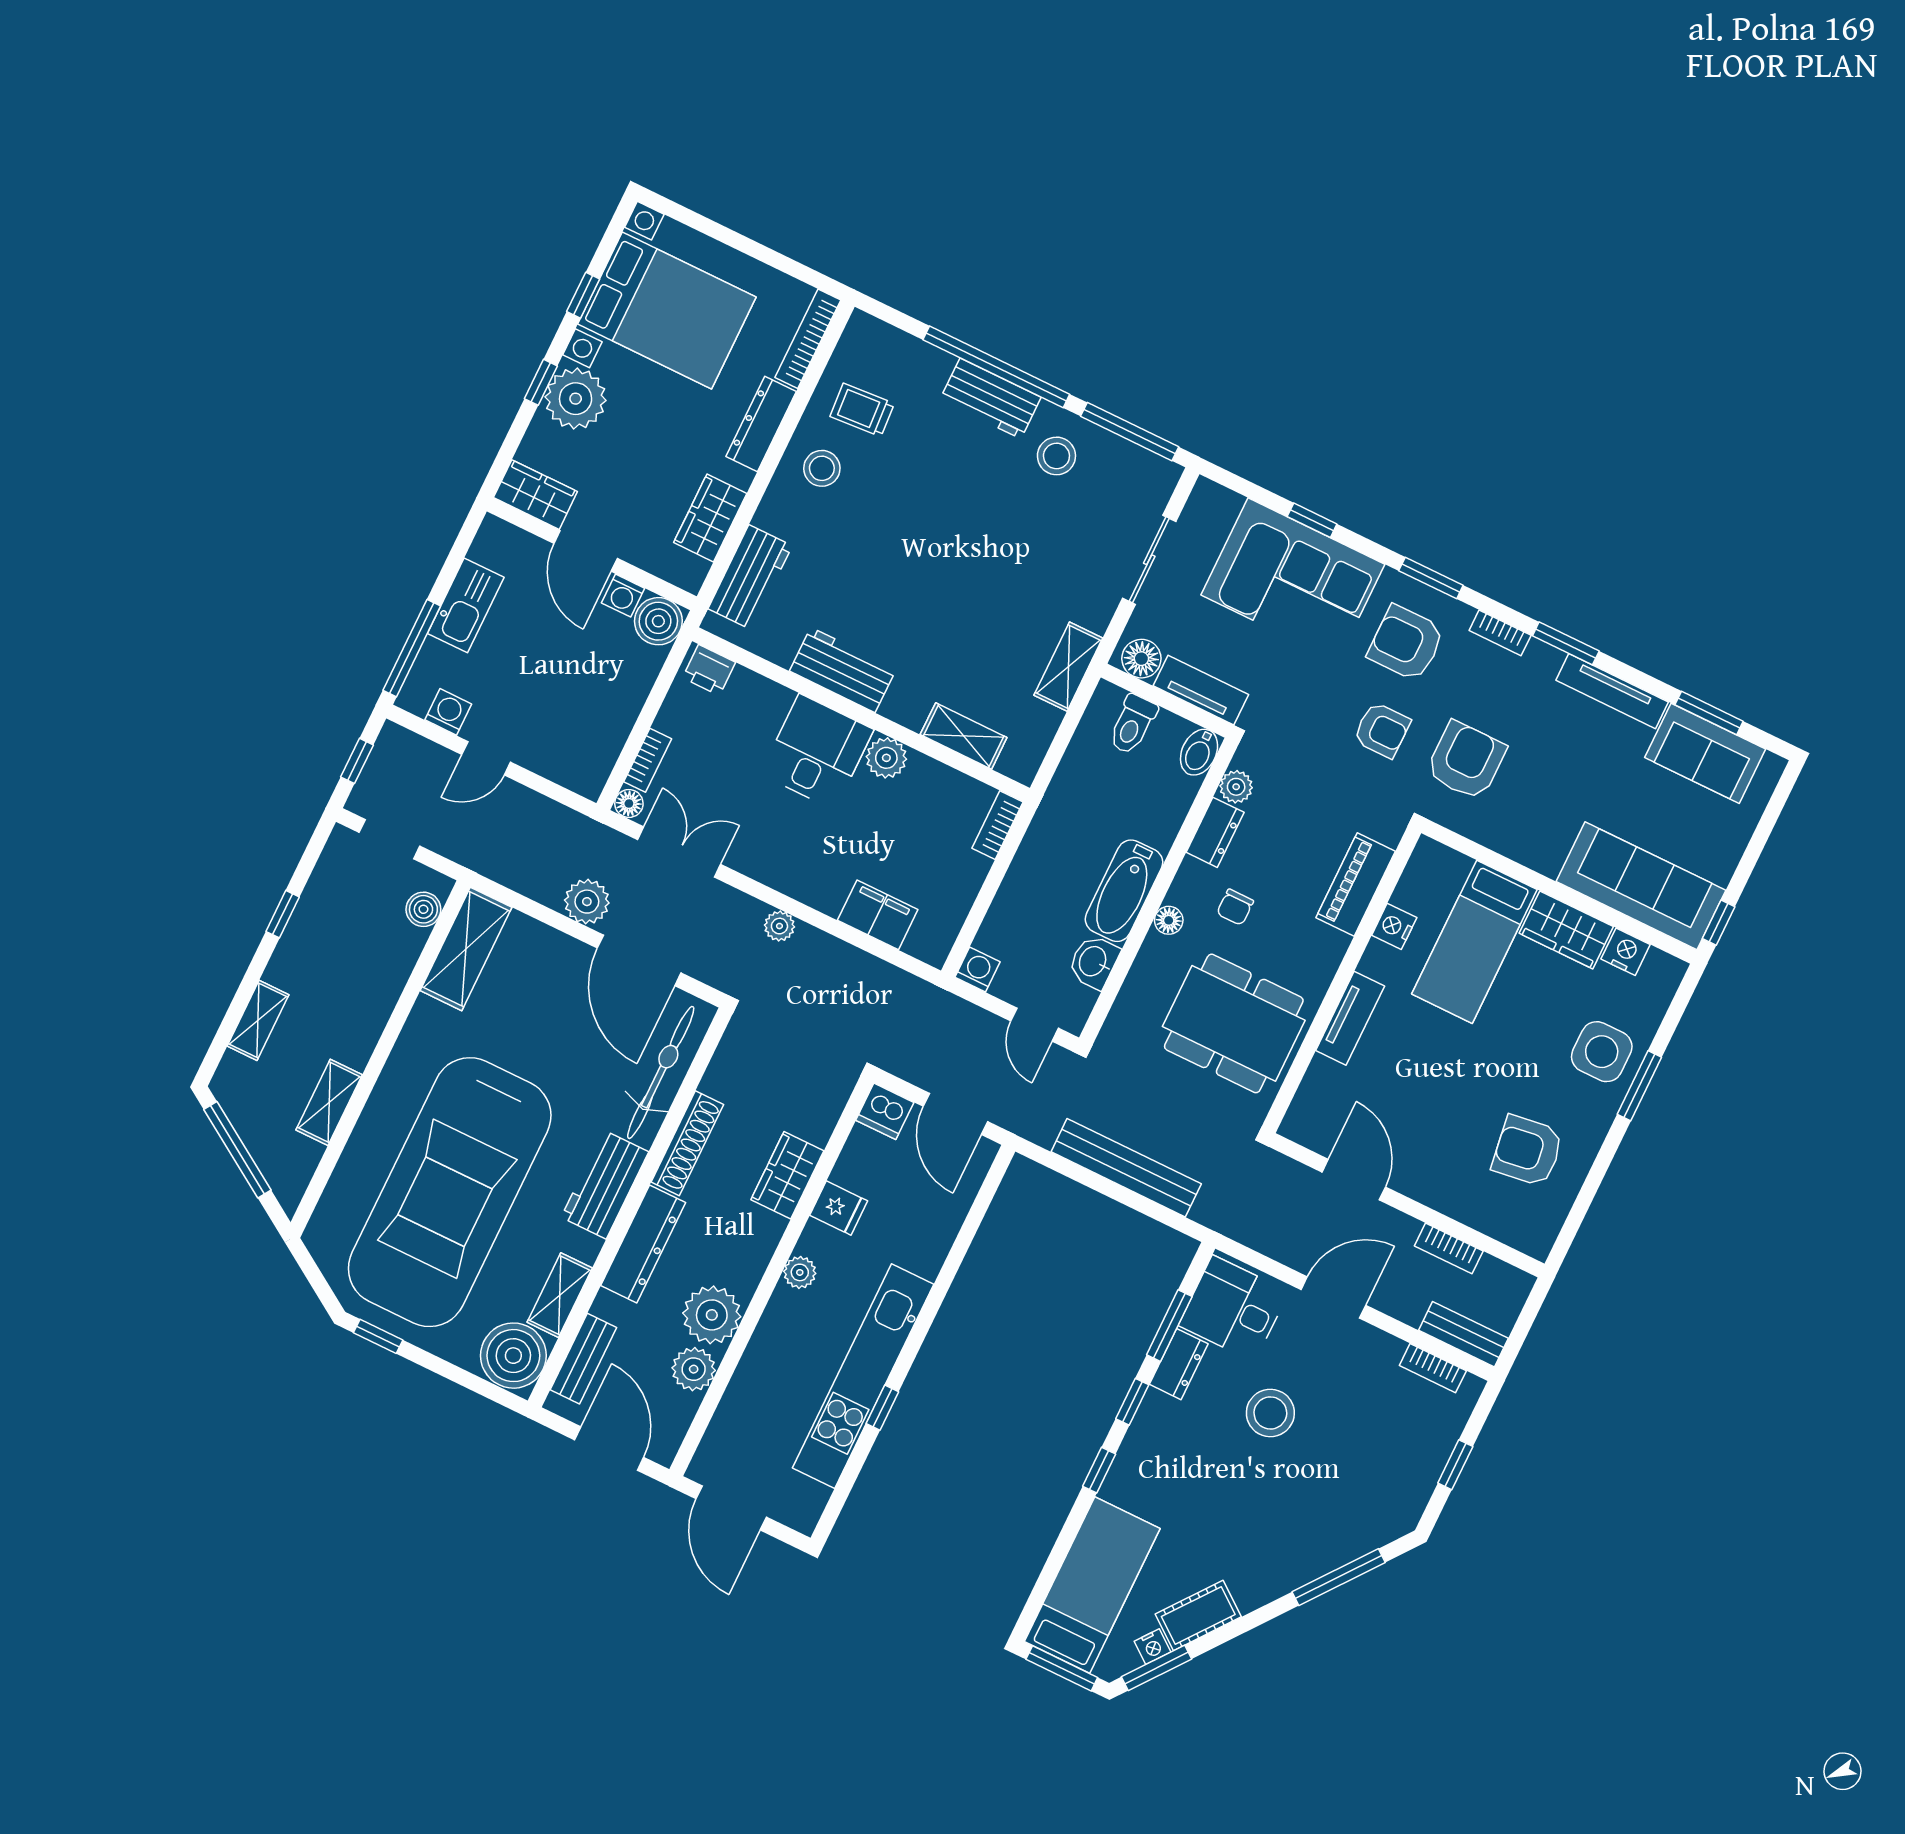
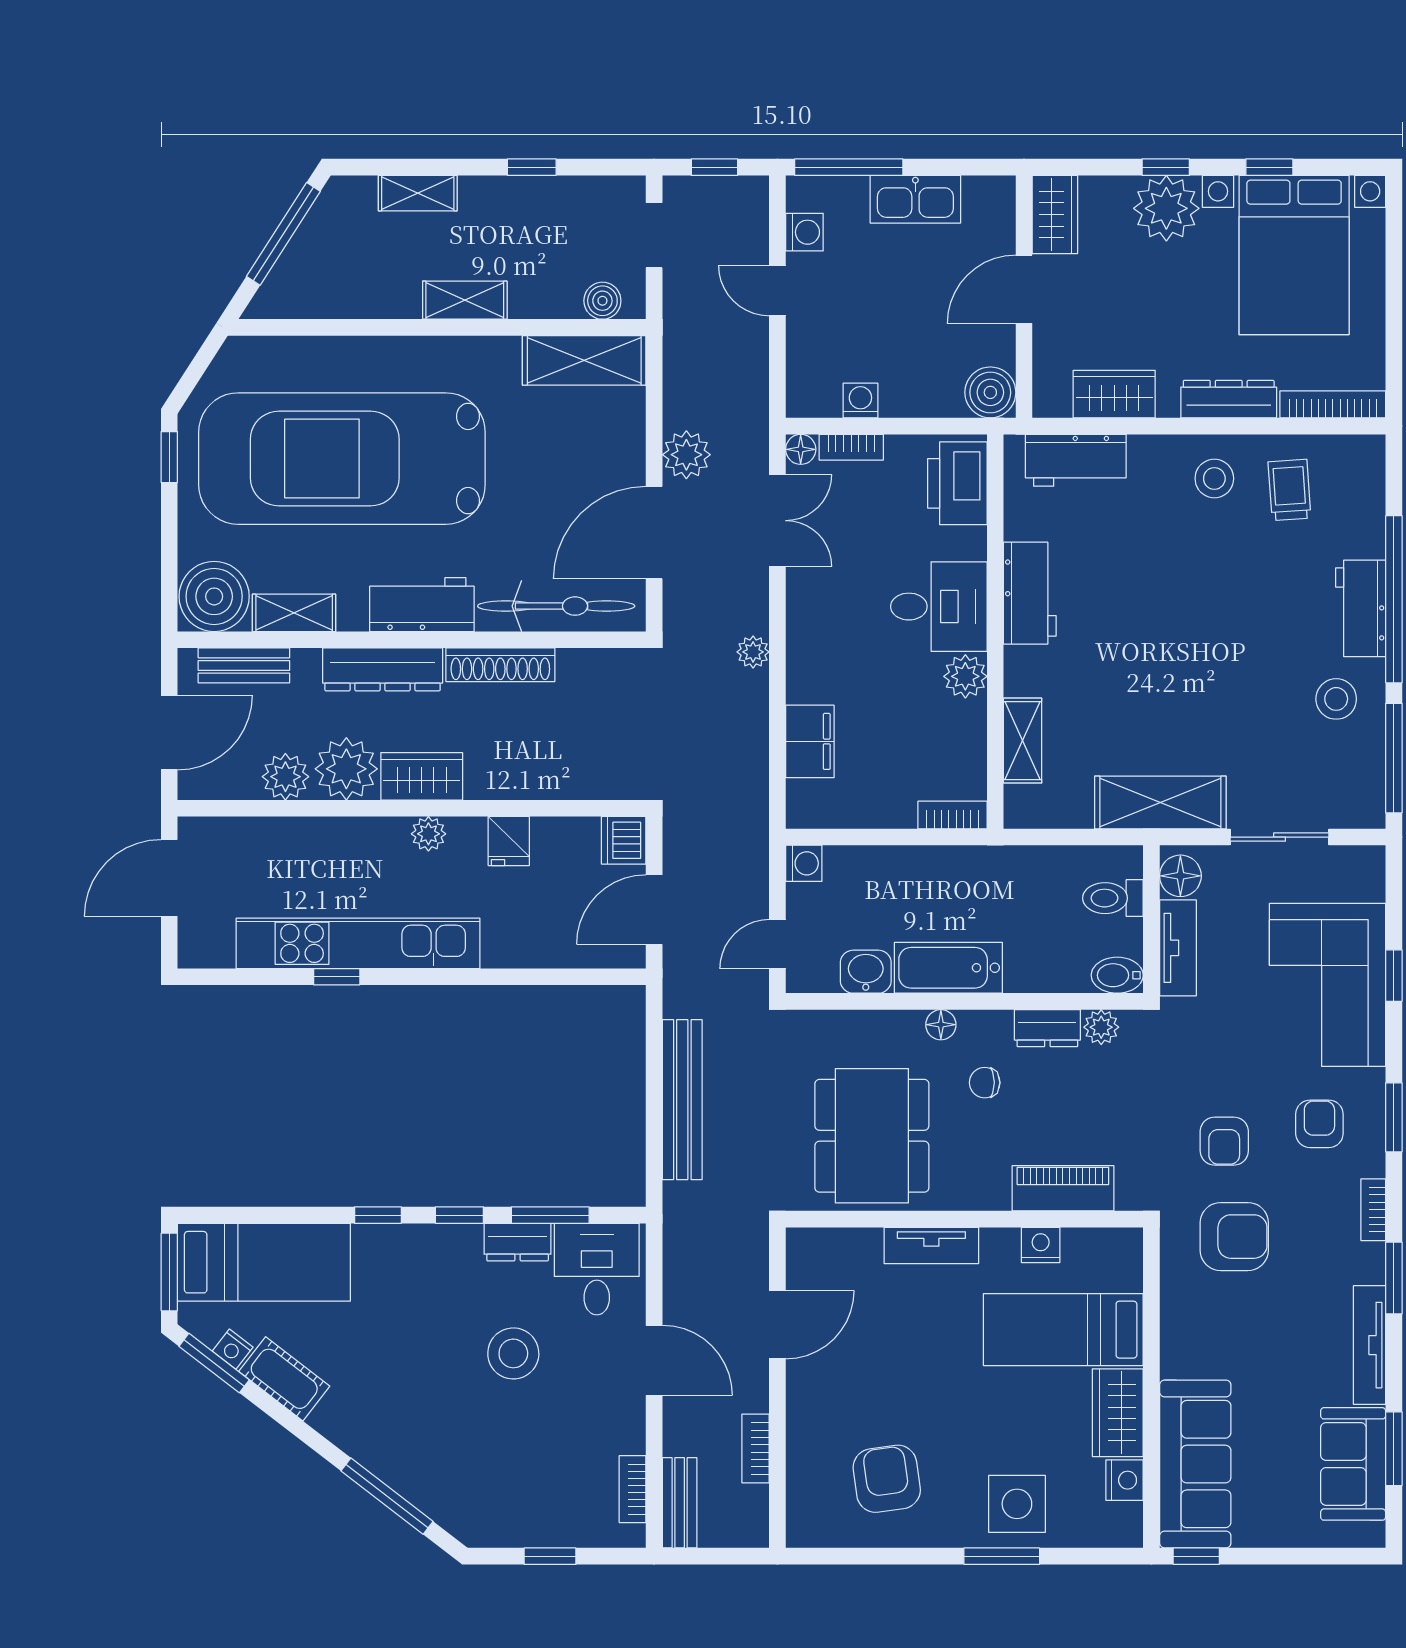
washing machine: (623, 596) -> (860, 401), moved, turned 90
armchair: (1406, 643) -> (1319, 1124), width x0.72, depth x0.72
shelving: (1068, 667) -> (1160, 803), width x1.50, depth x1.33
printer: (709, 670) -> (957, 483), width x1.87, depth x1.48
shelving: (329, 1102) -> (465, 300), moved
wardrobe: (787, 1175) -> (422, 776), moved

